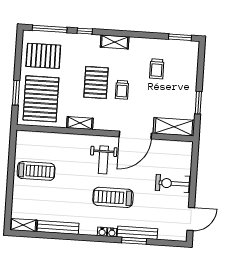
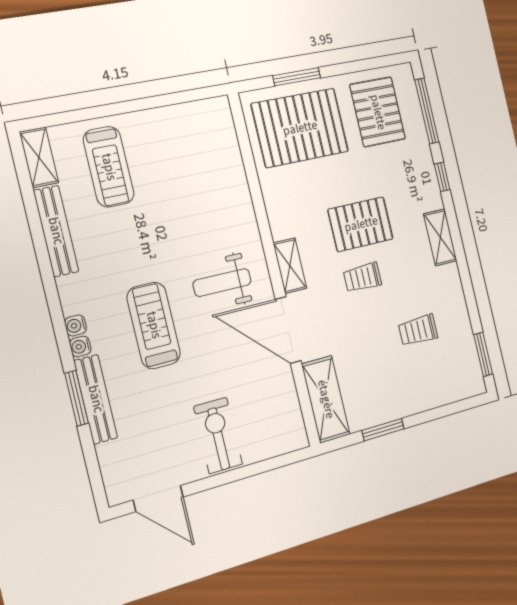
shelving: (80, 123) -> (290, 266), moved
treadmill: (36, 171) -> (109, 167), moved

